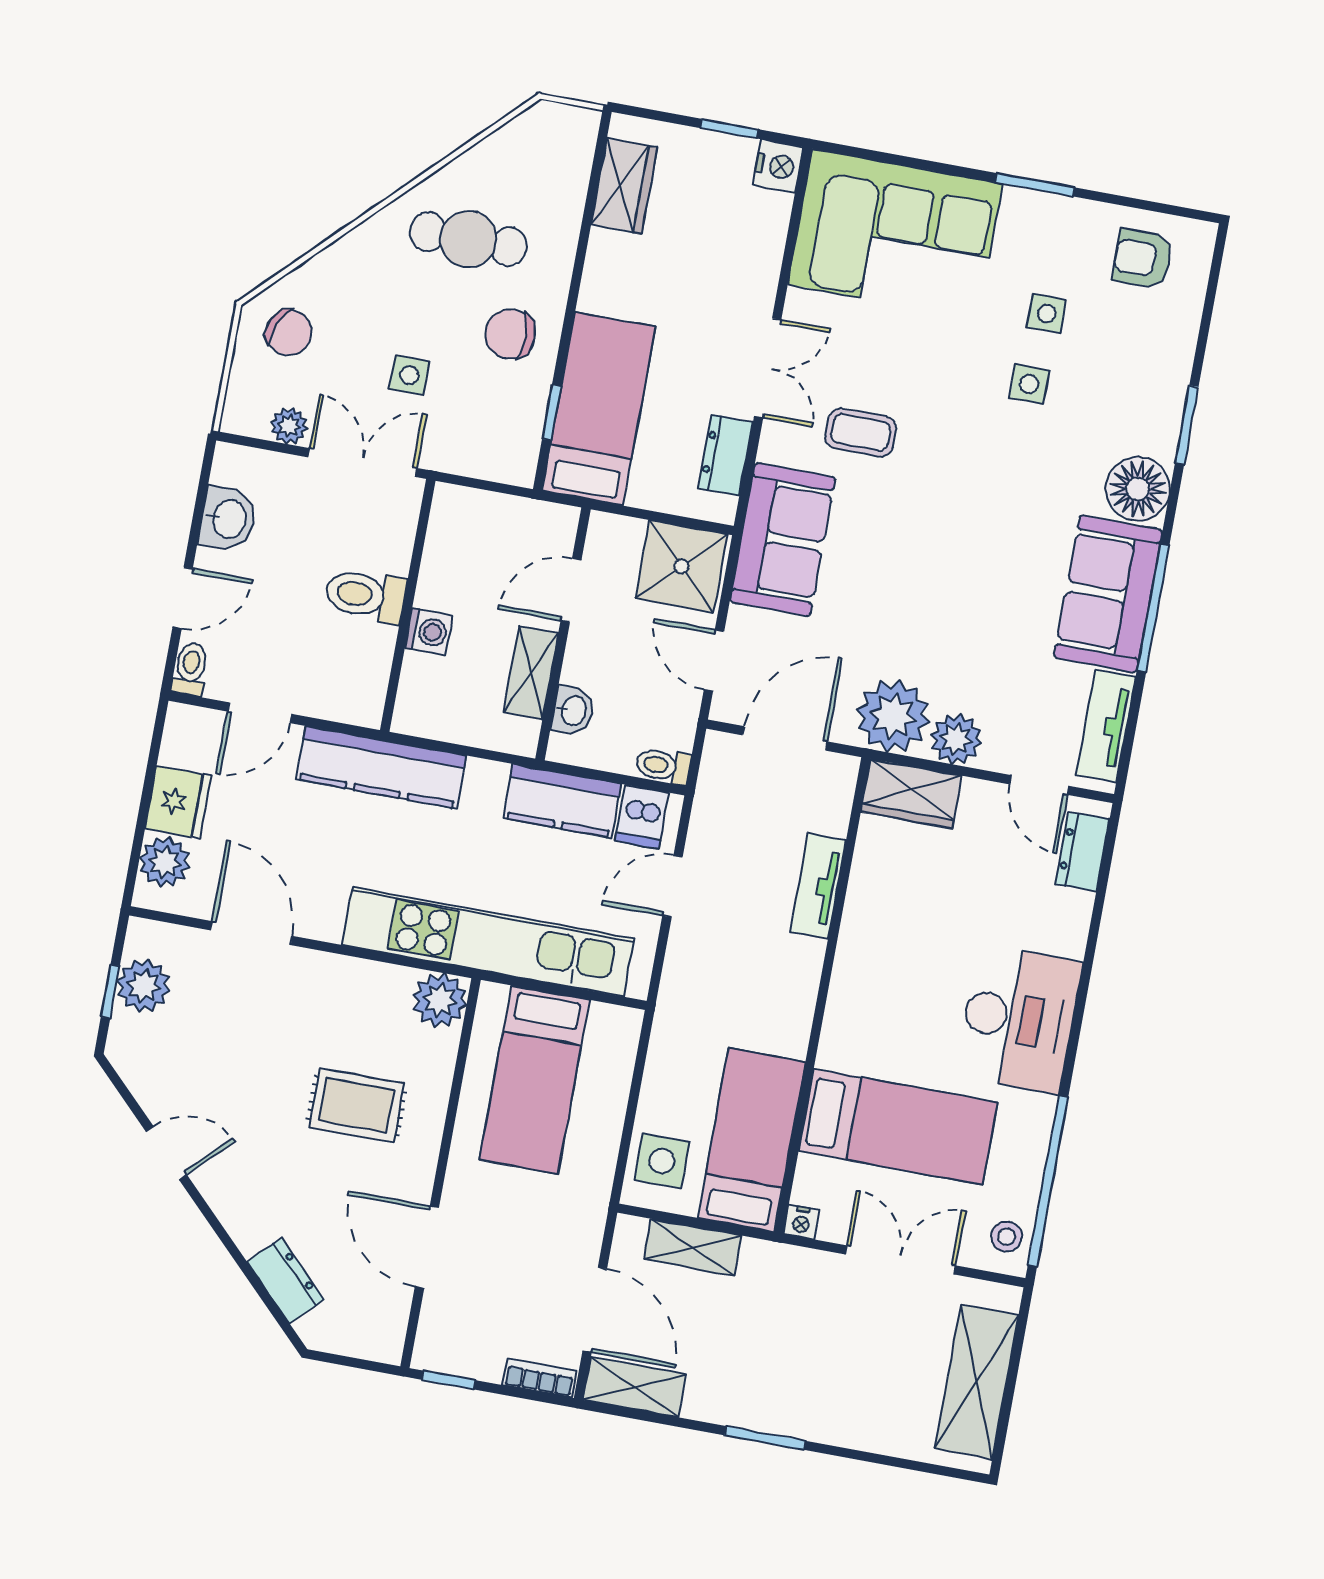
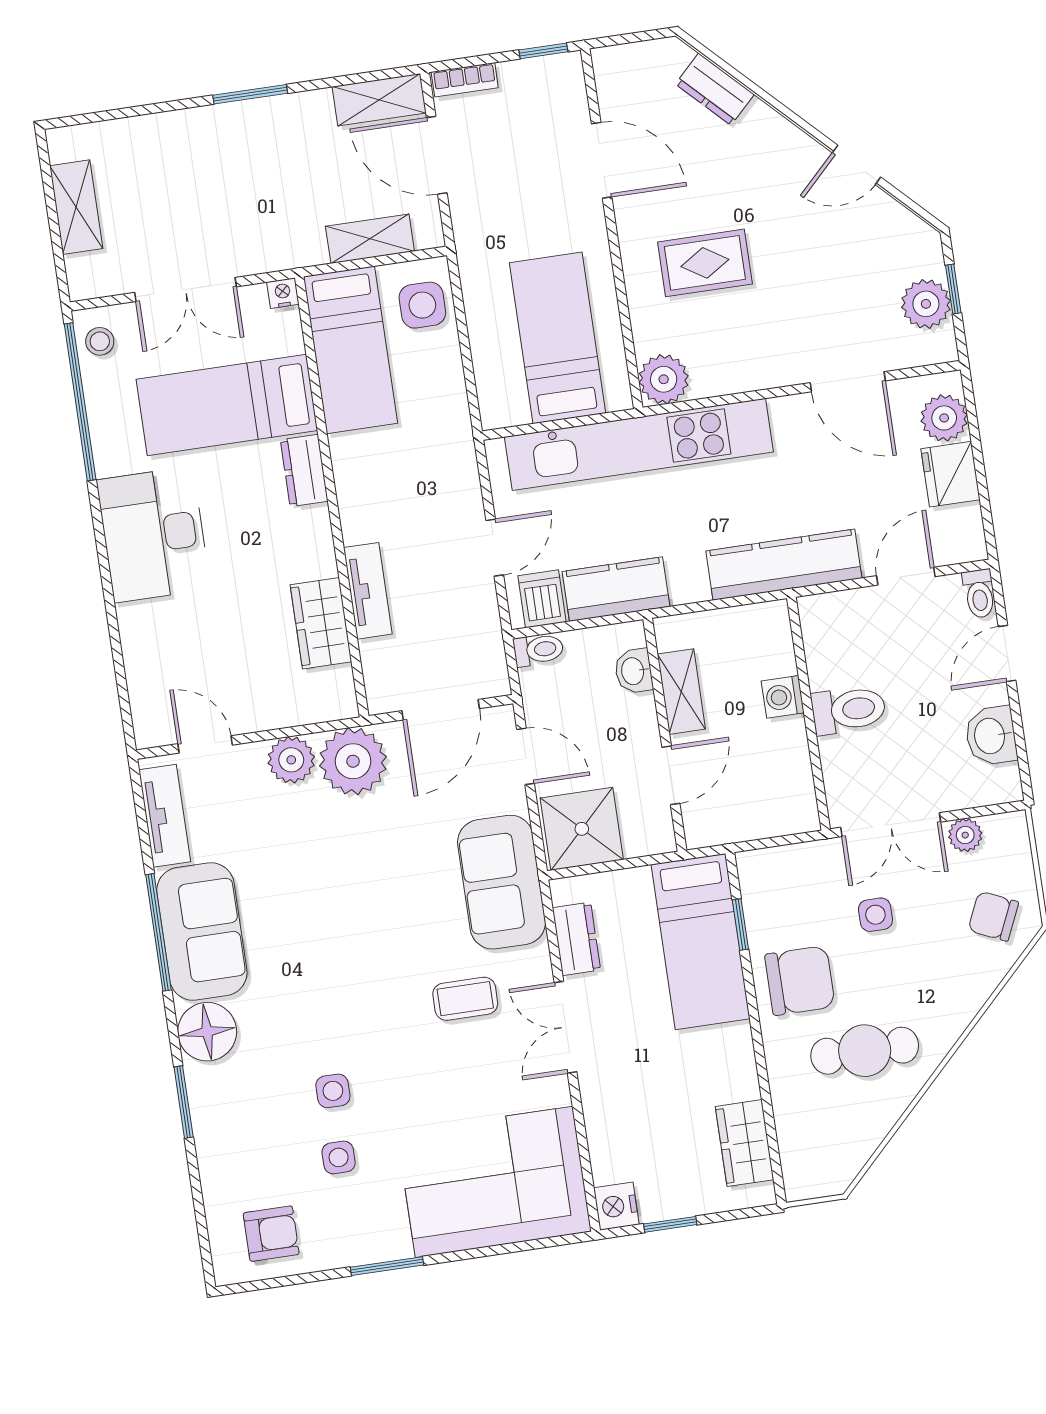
chair: (510, 334) -> (800, 981), width x1.37, depth x1.37
wardrobe: (911, 794) -> (321, 623), moved, turned -90
dresser: (1083, 852) -> (304, 470), moved, turned 180
shelving: (977, 1382) -> (76, 207), width x0.67, depth x0.75

